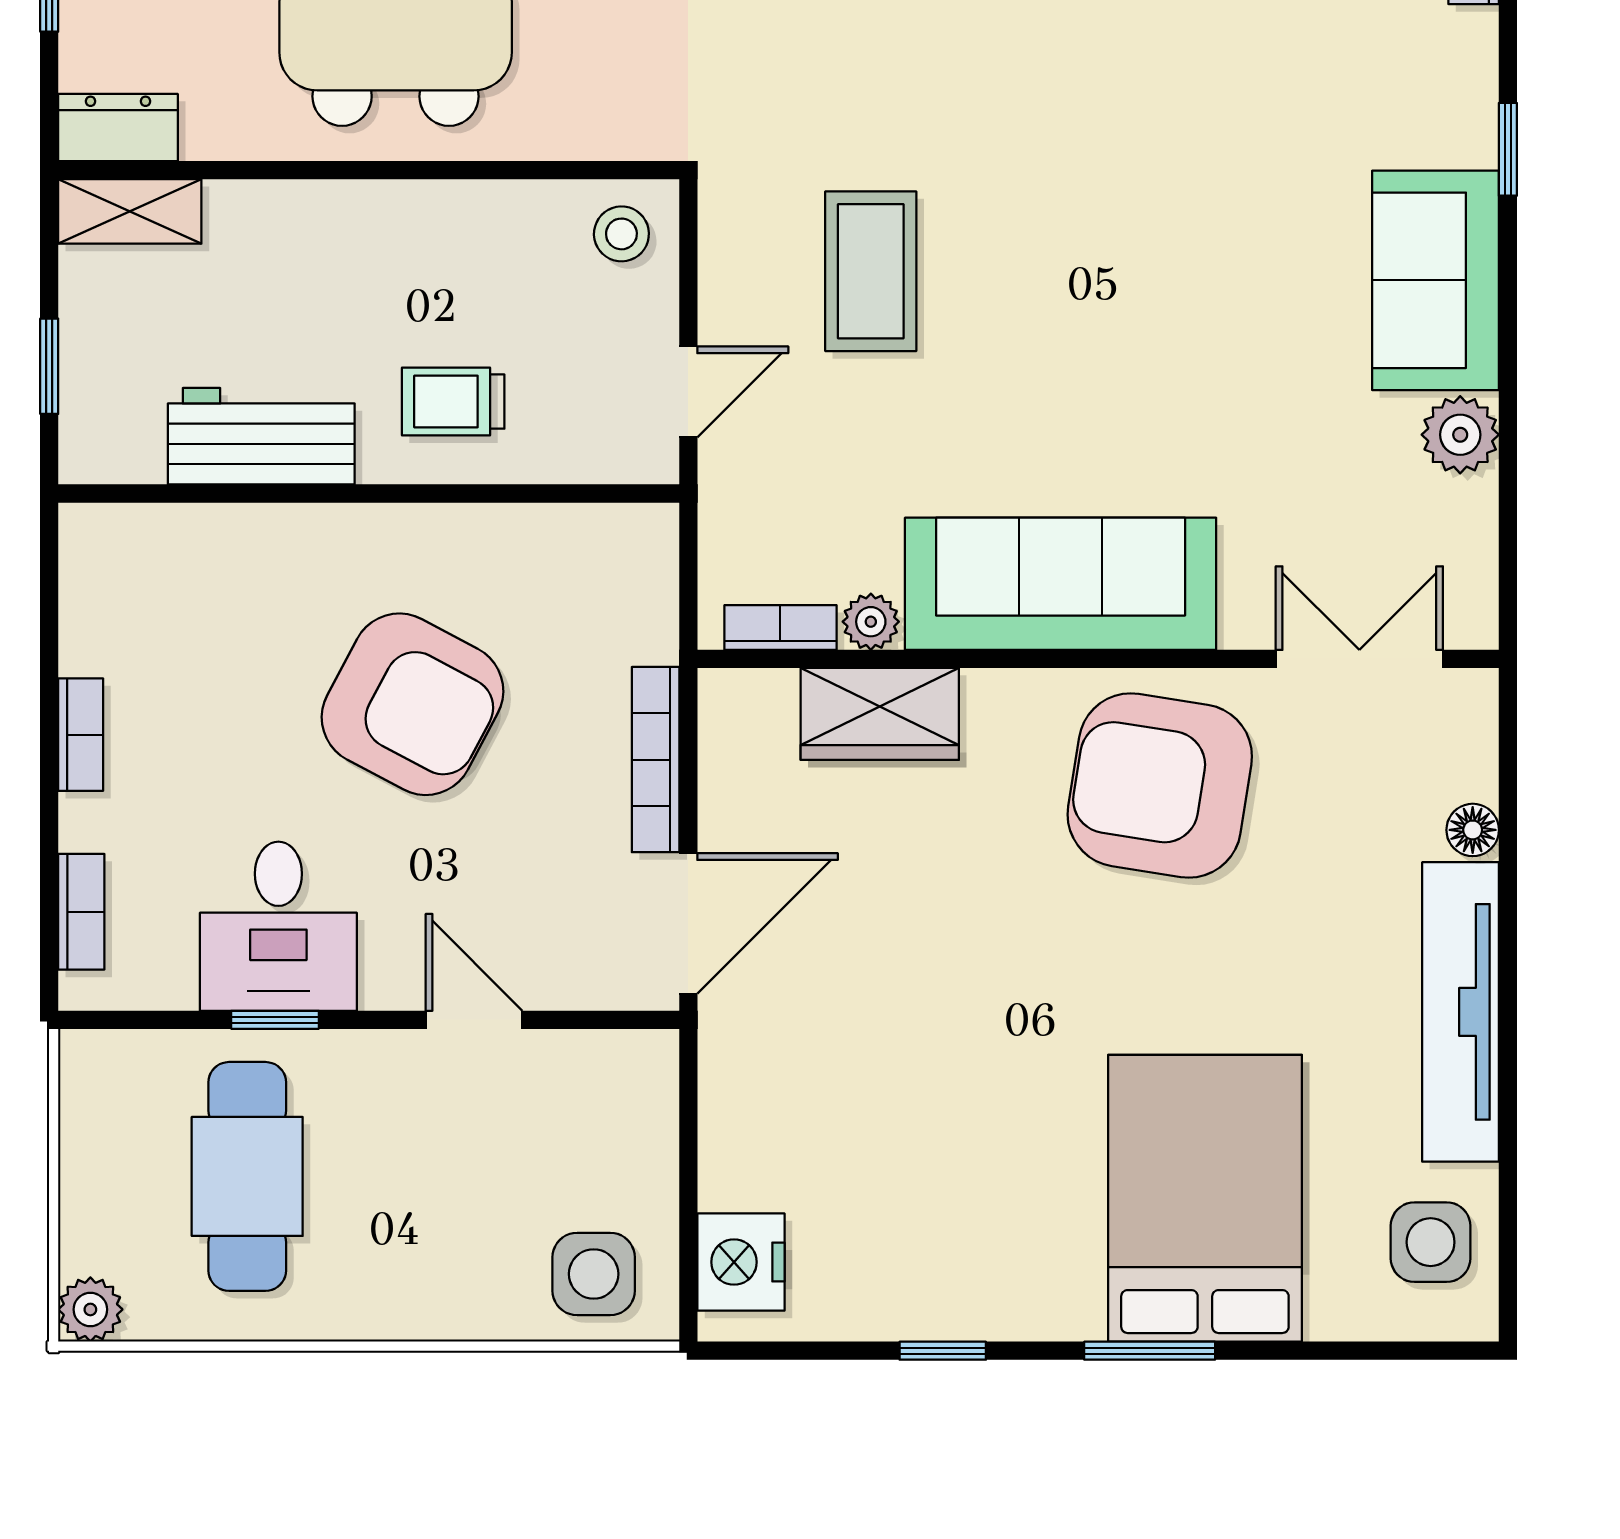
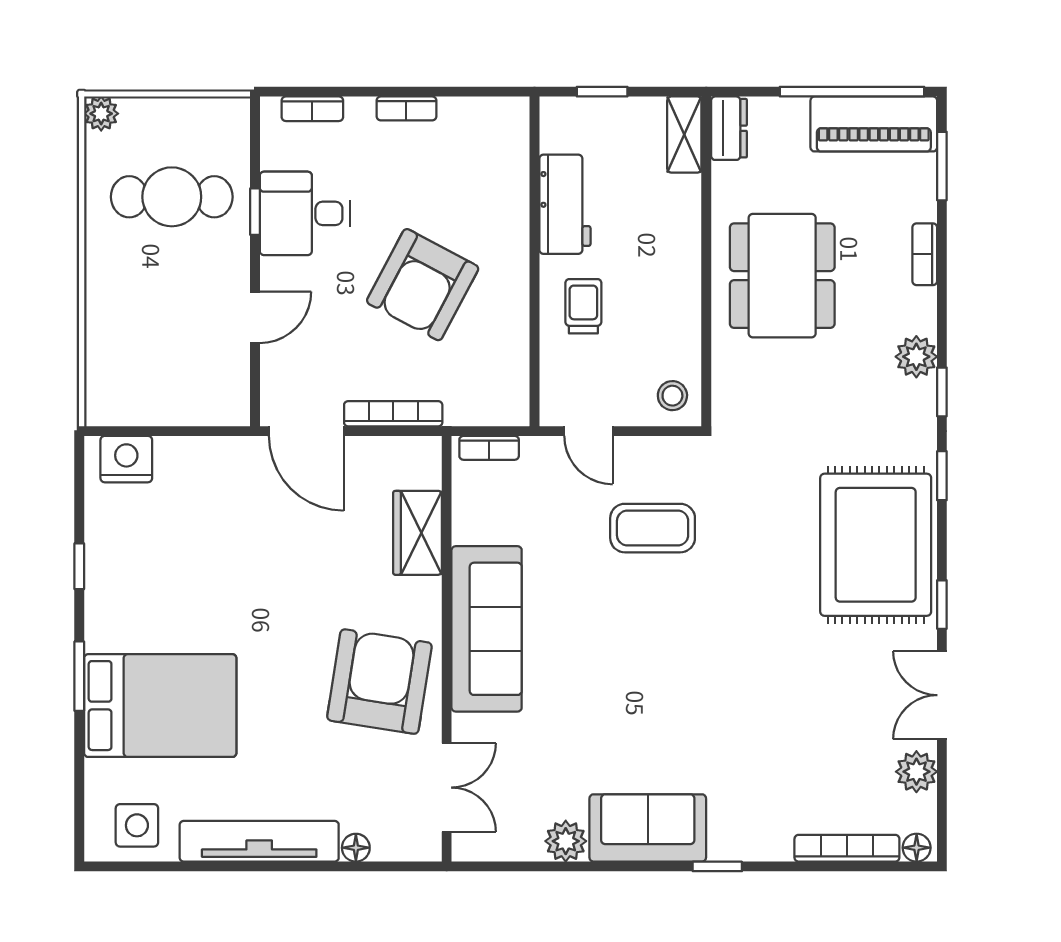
plant: (871, 622) -> (466, 528), removed
bookcase: (780, 627) -> (489, 448), moved, turned 90
side table: (594, 1274) -> (120, 381), removed

